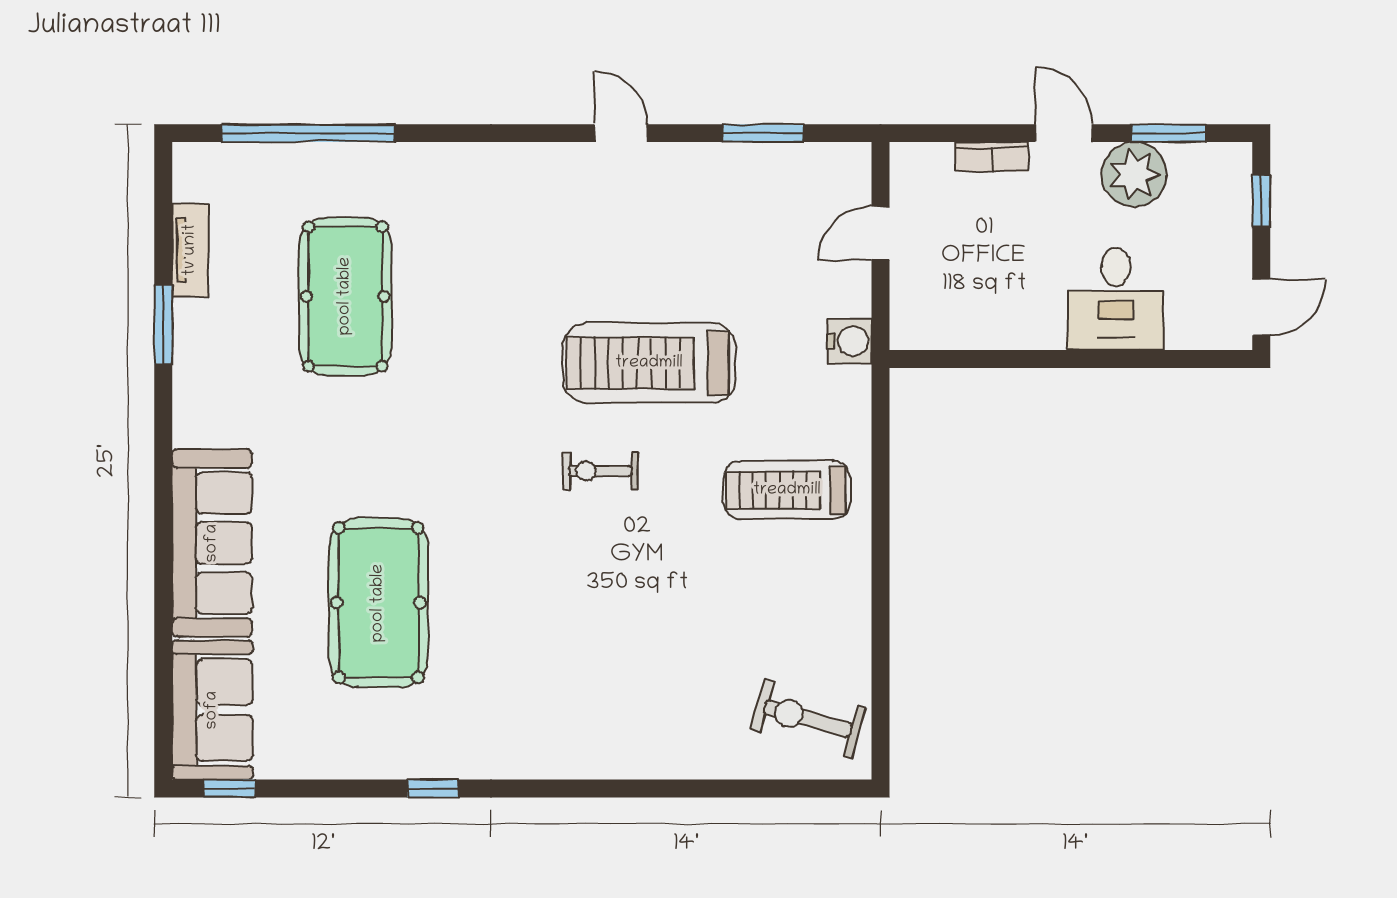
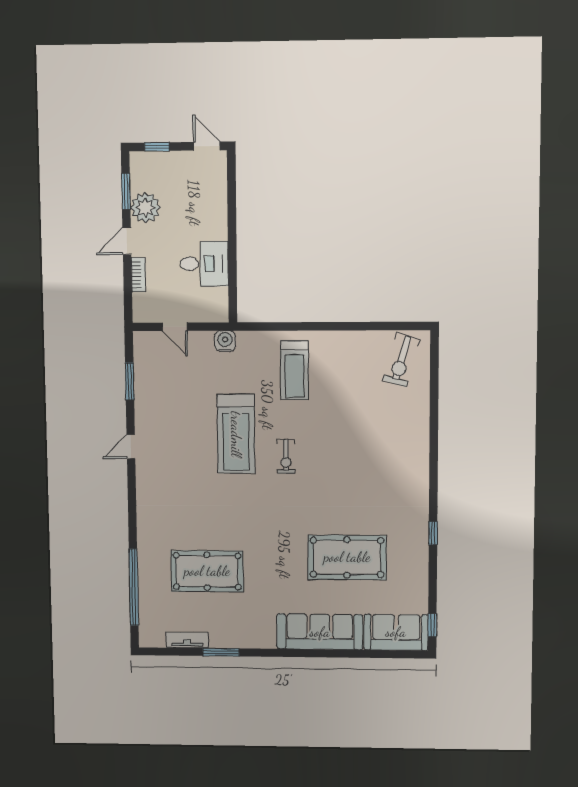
desk: (1116, 299) -> (204, 264), moved

